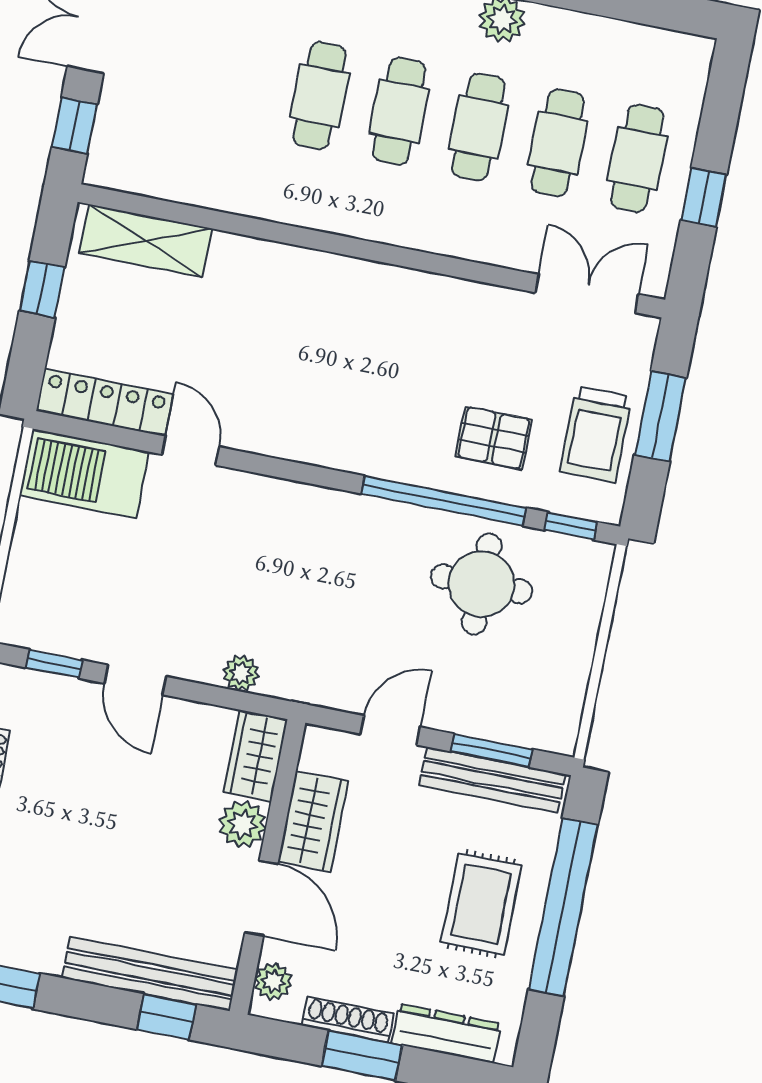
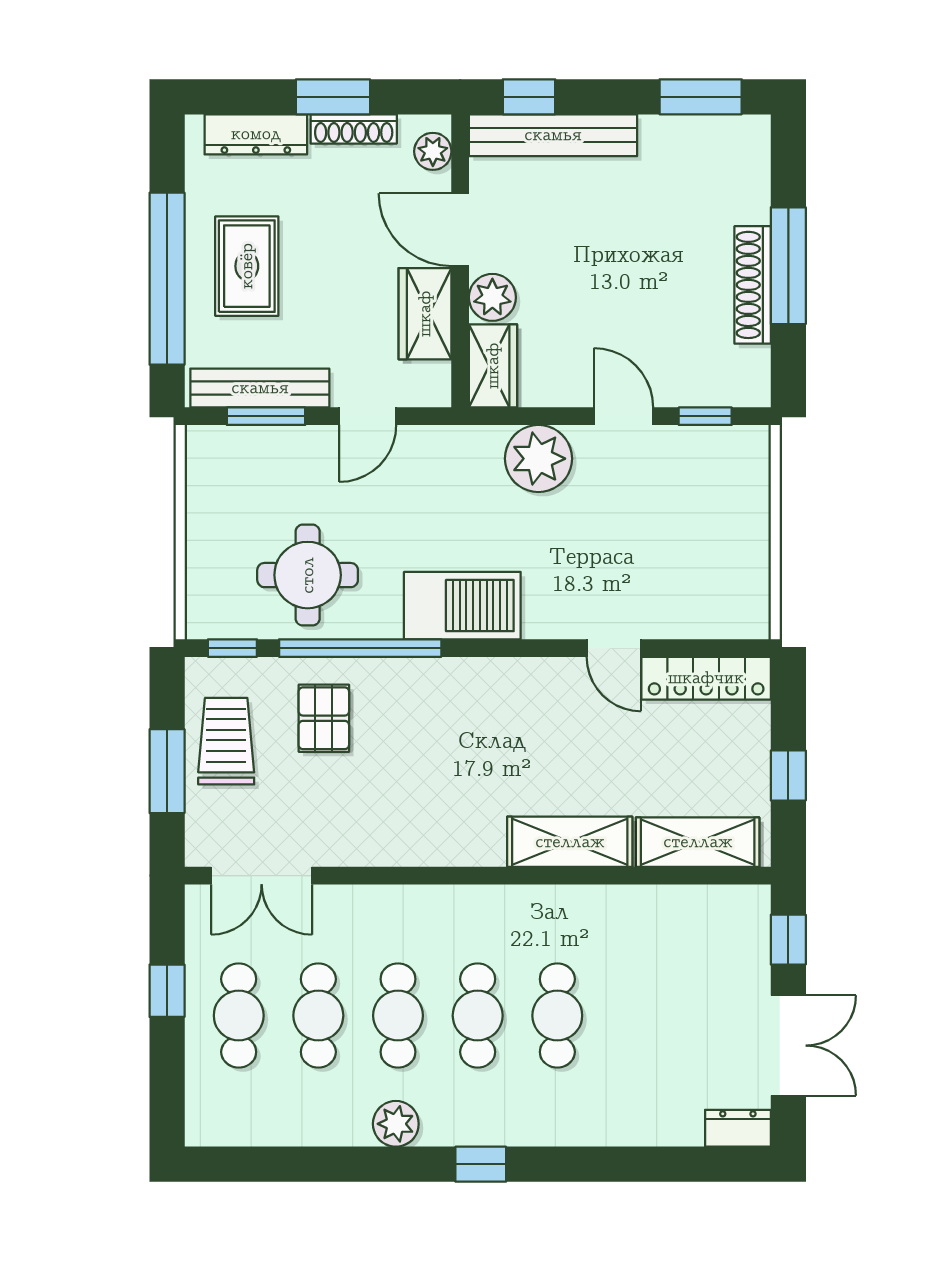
shelving: (273, 266) -> (570, 842), added
pallet: (494, 438) -> (324, 718), turned 90
barbecue: (84, 474) -> (462, 606), moved
plant: (241, 673) -> (538, 459), width x1.88, depth x1.88

